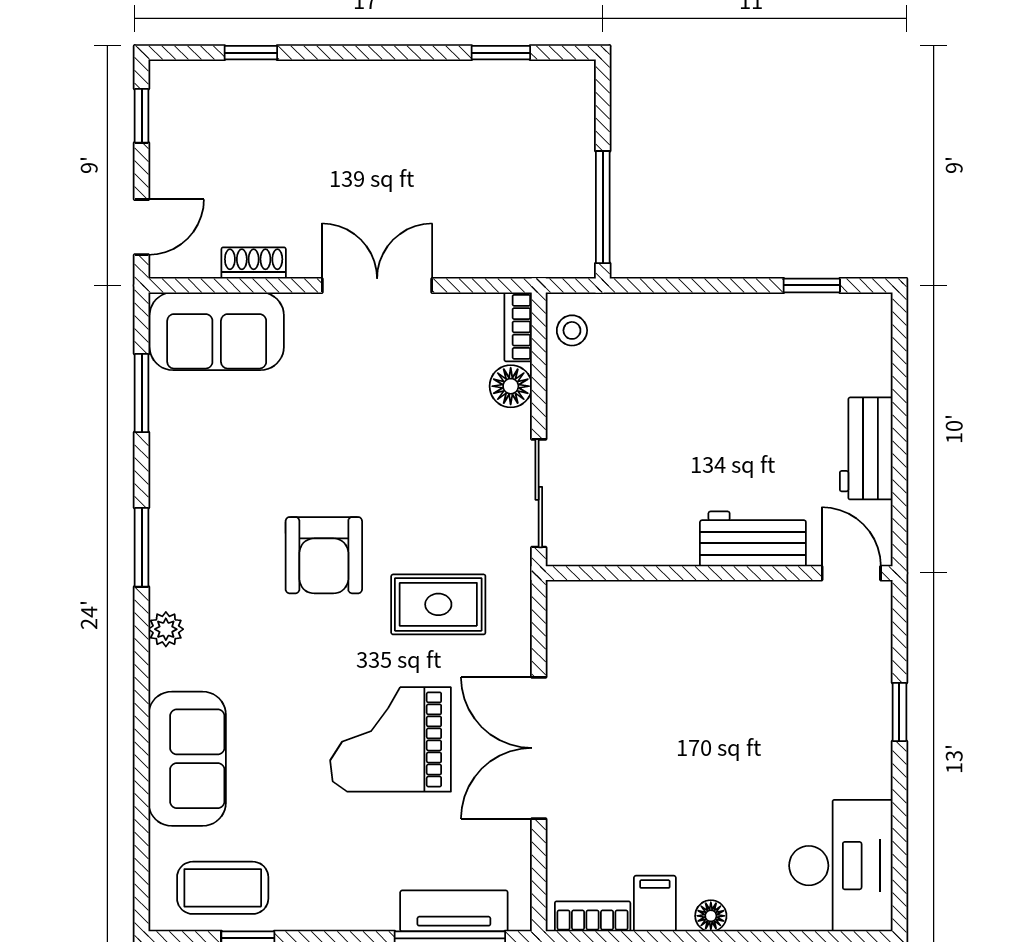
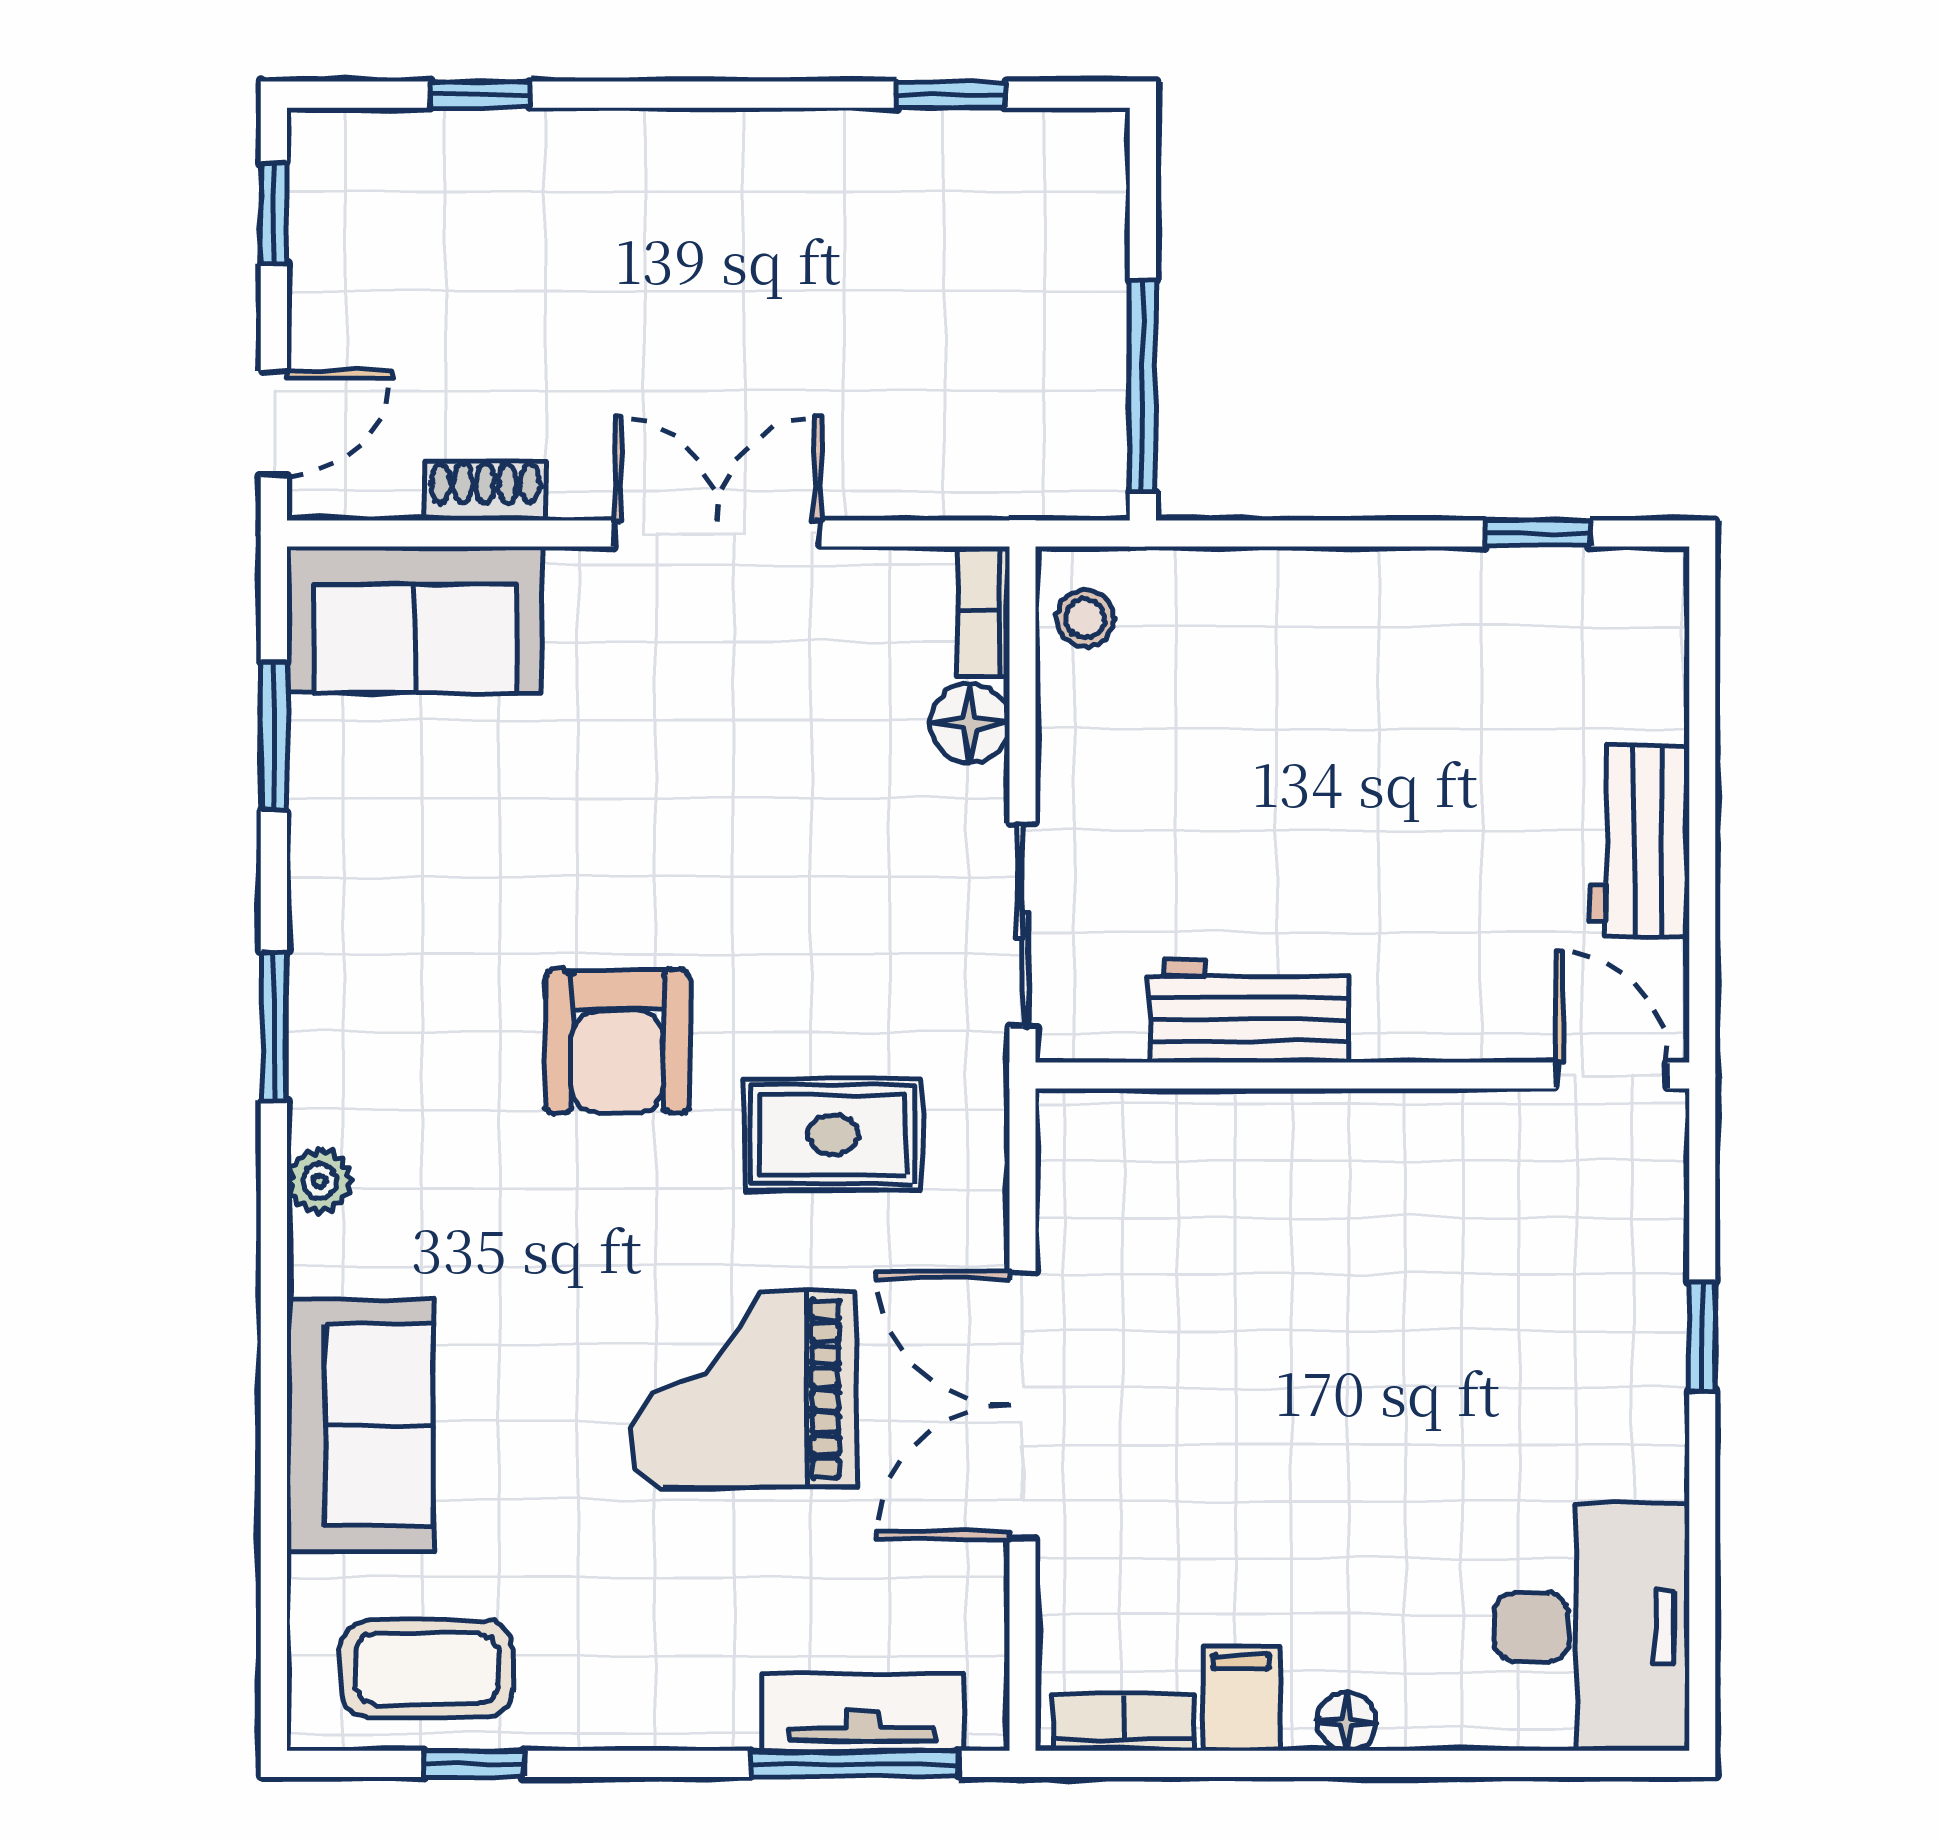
workbench: (753, 539) -> (1249, 1011), moved

